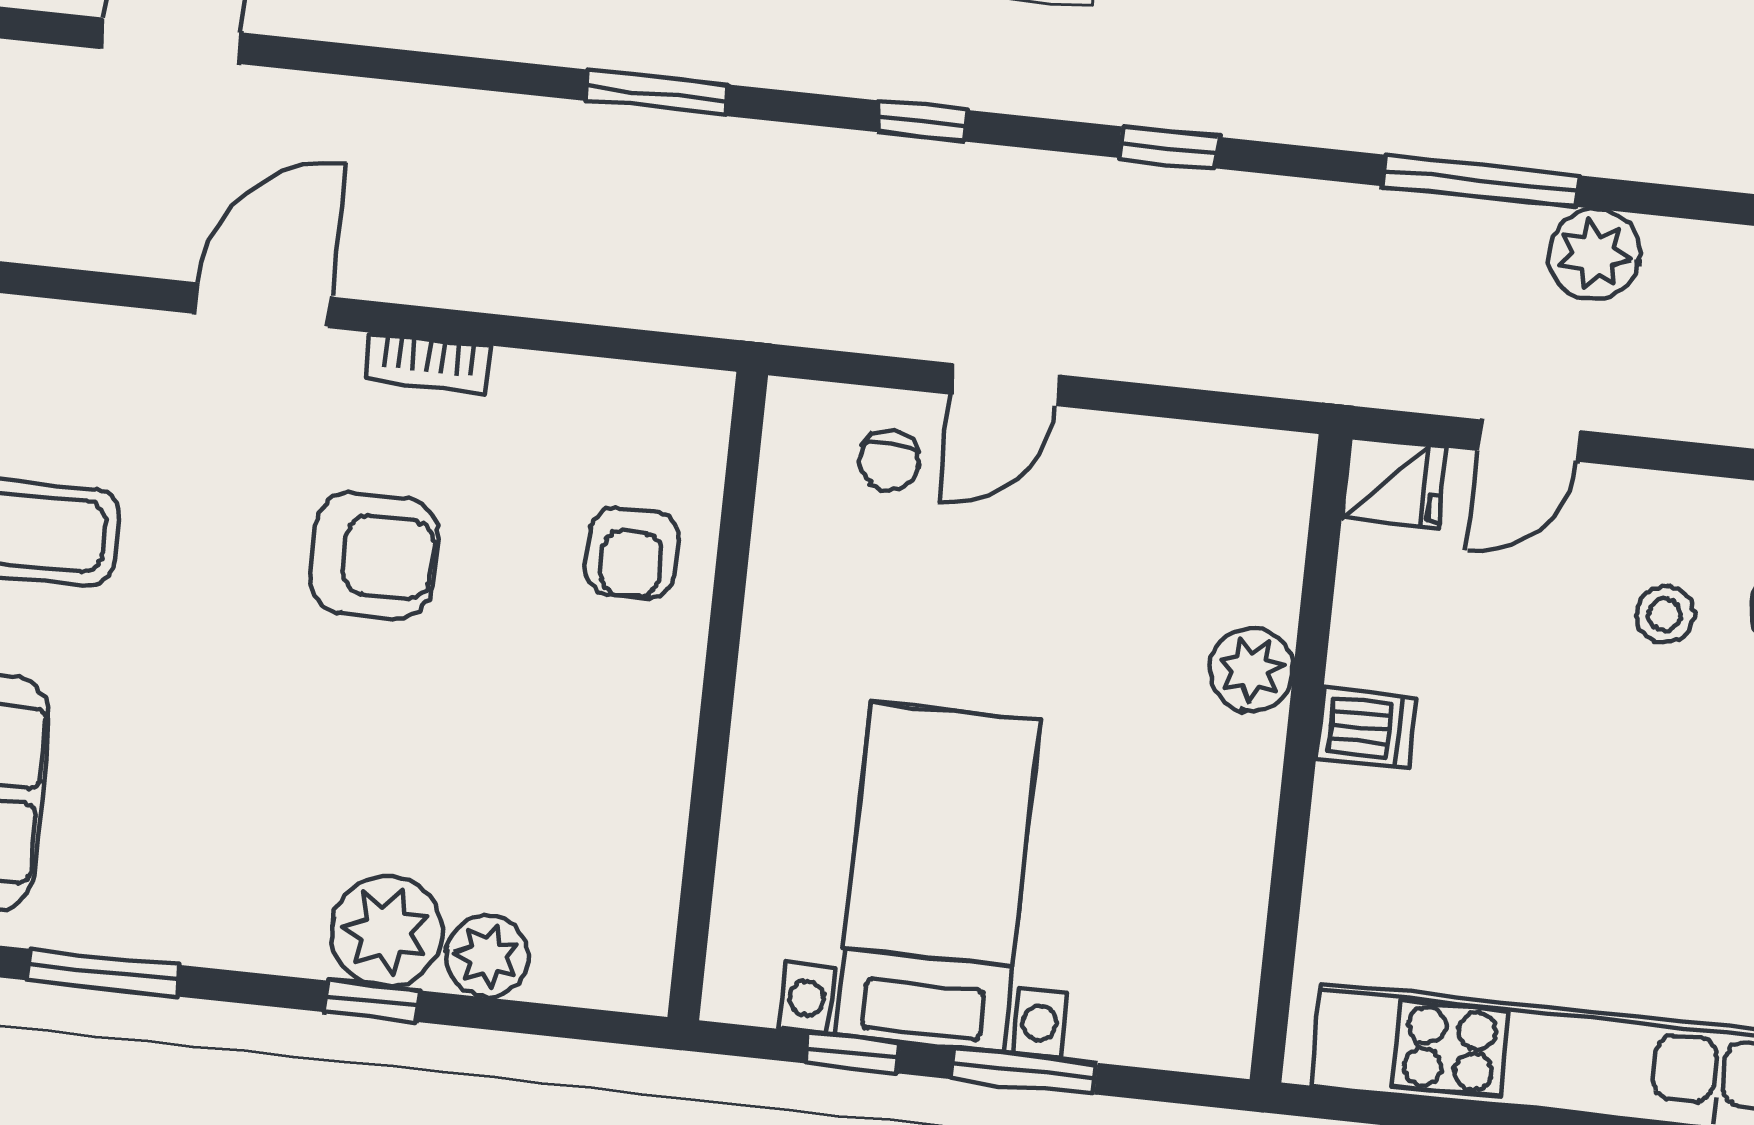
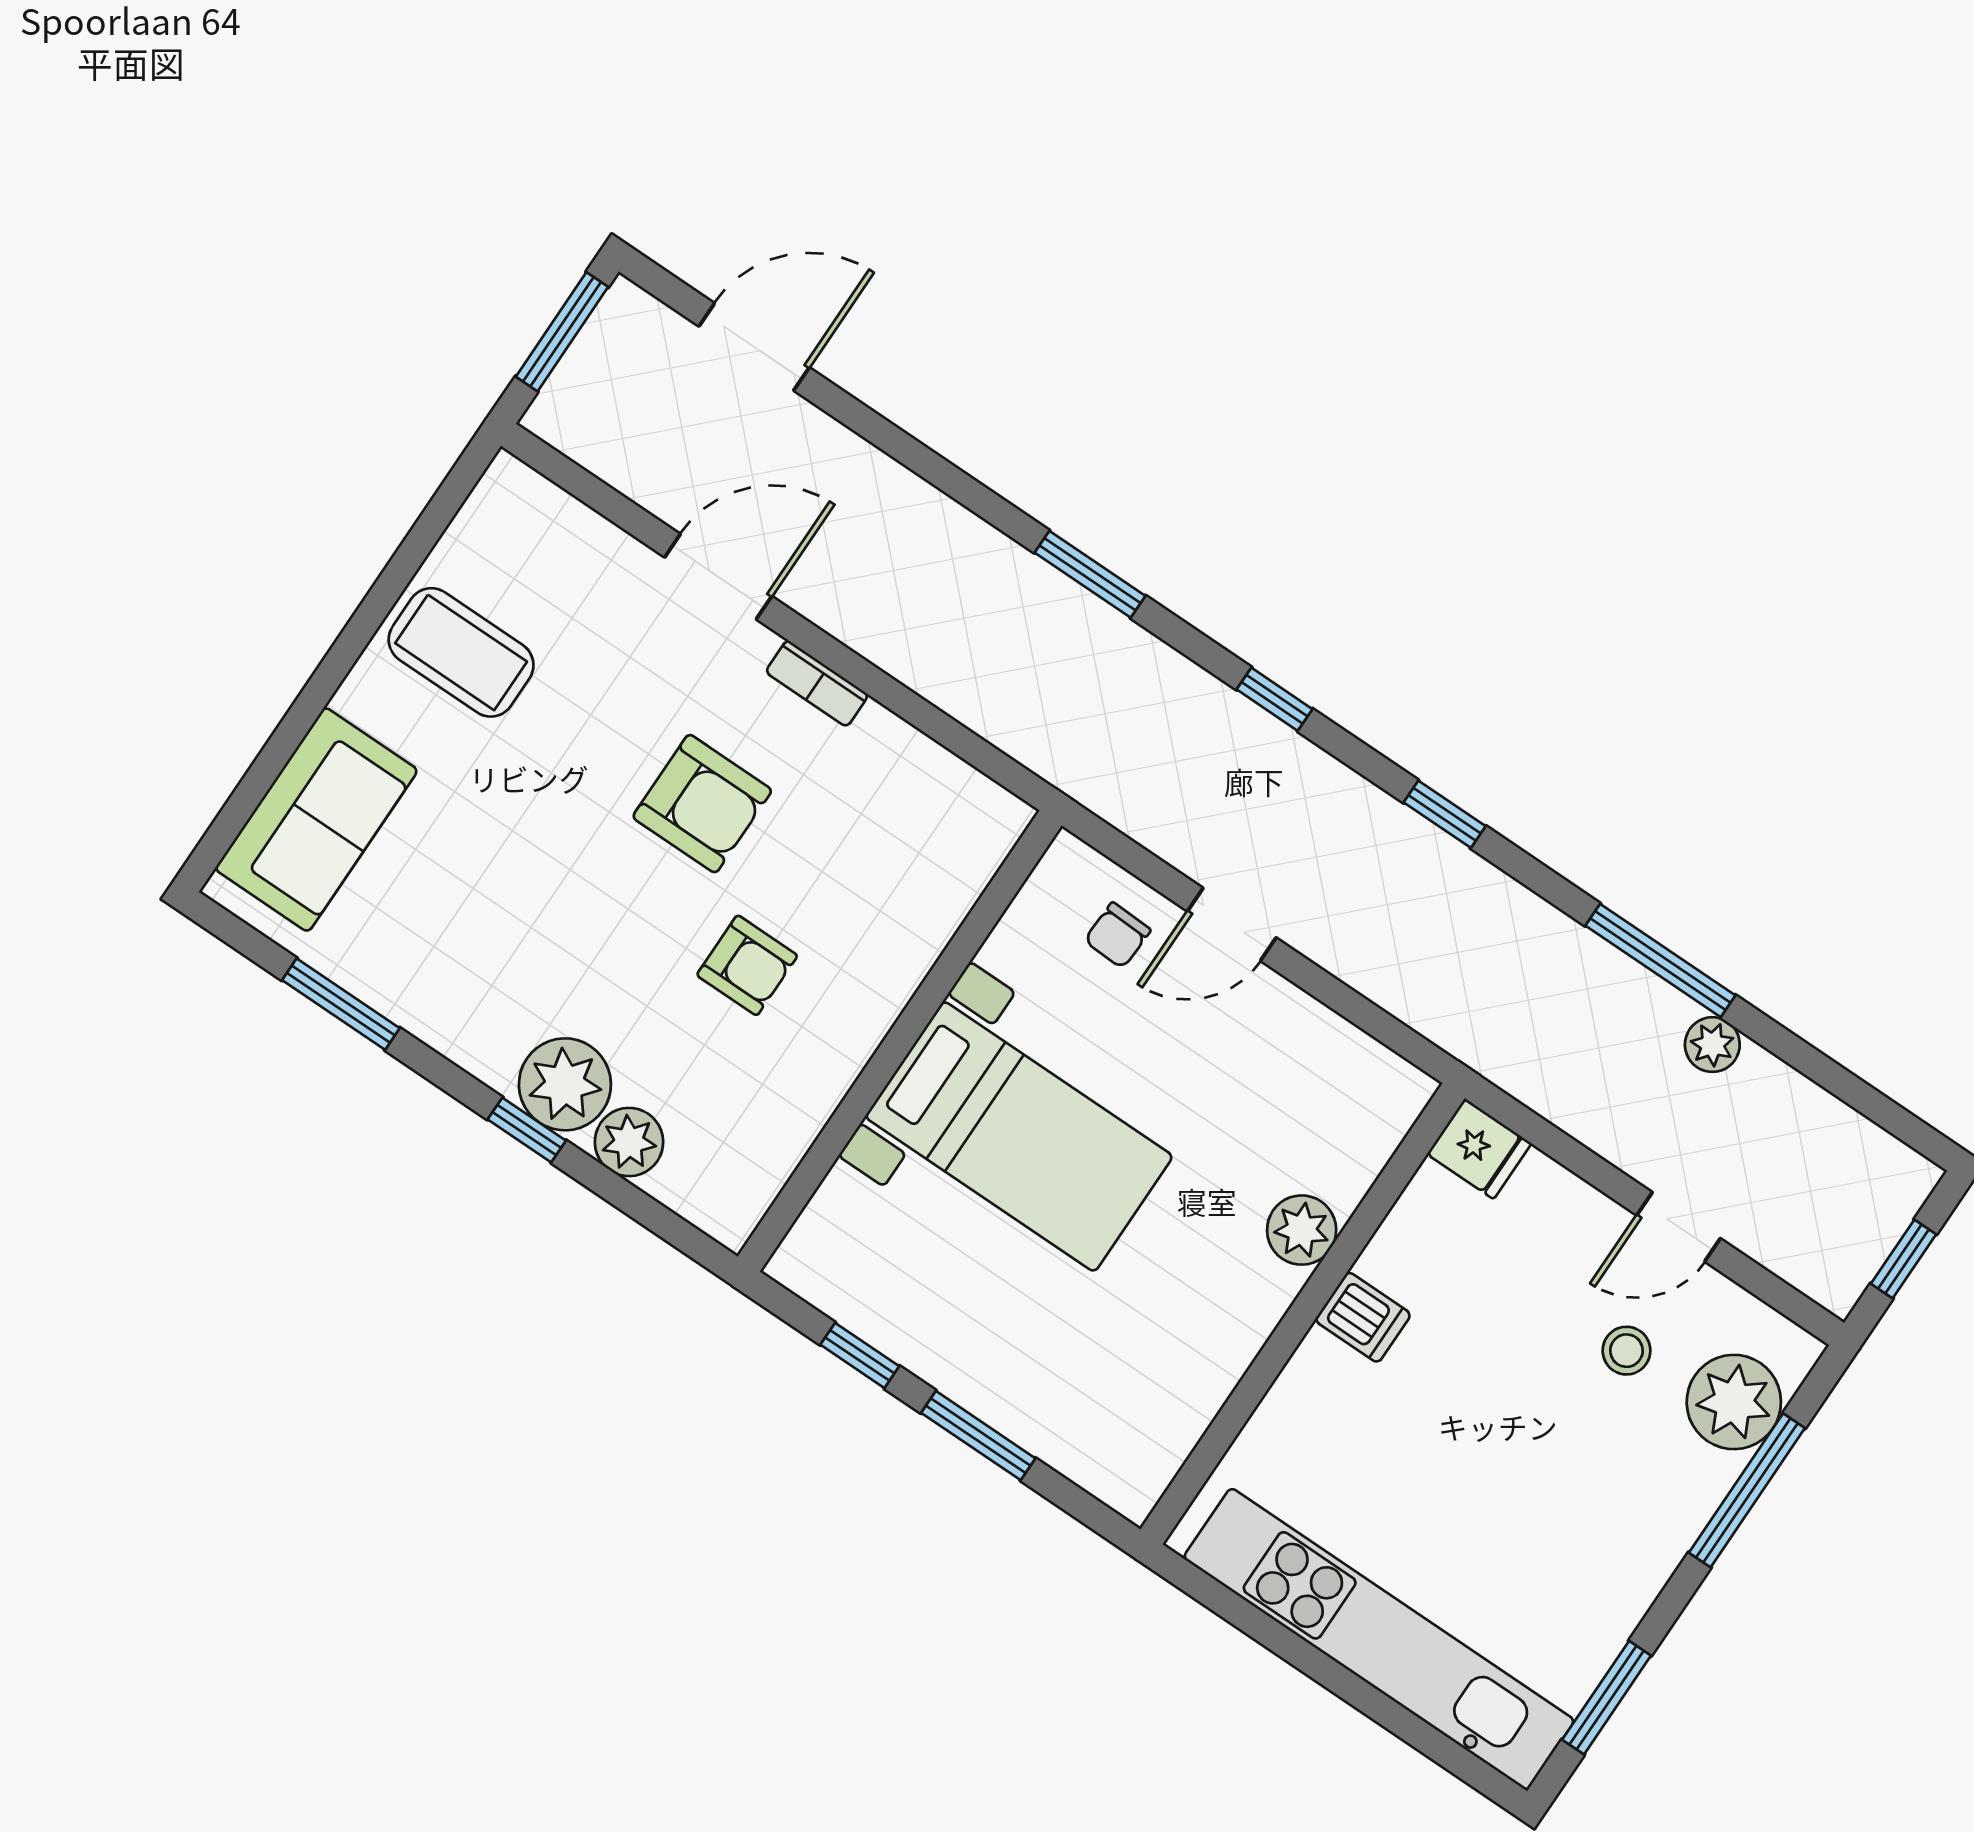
plant: (1594, 254) -> (1712, 1045), width x0.73, depth x0.73
door: (1529, 441) -> (1679, 1227), moved
armchair: (632, 553) -> (747, 965), moved, turned -90
bed with nightstands: (937, 877) -> (1019, 1136), moved, turned 90

